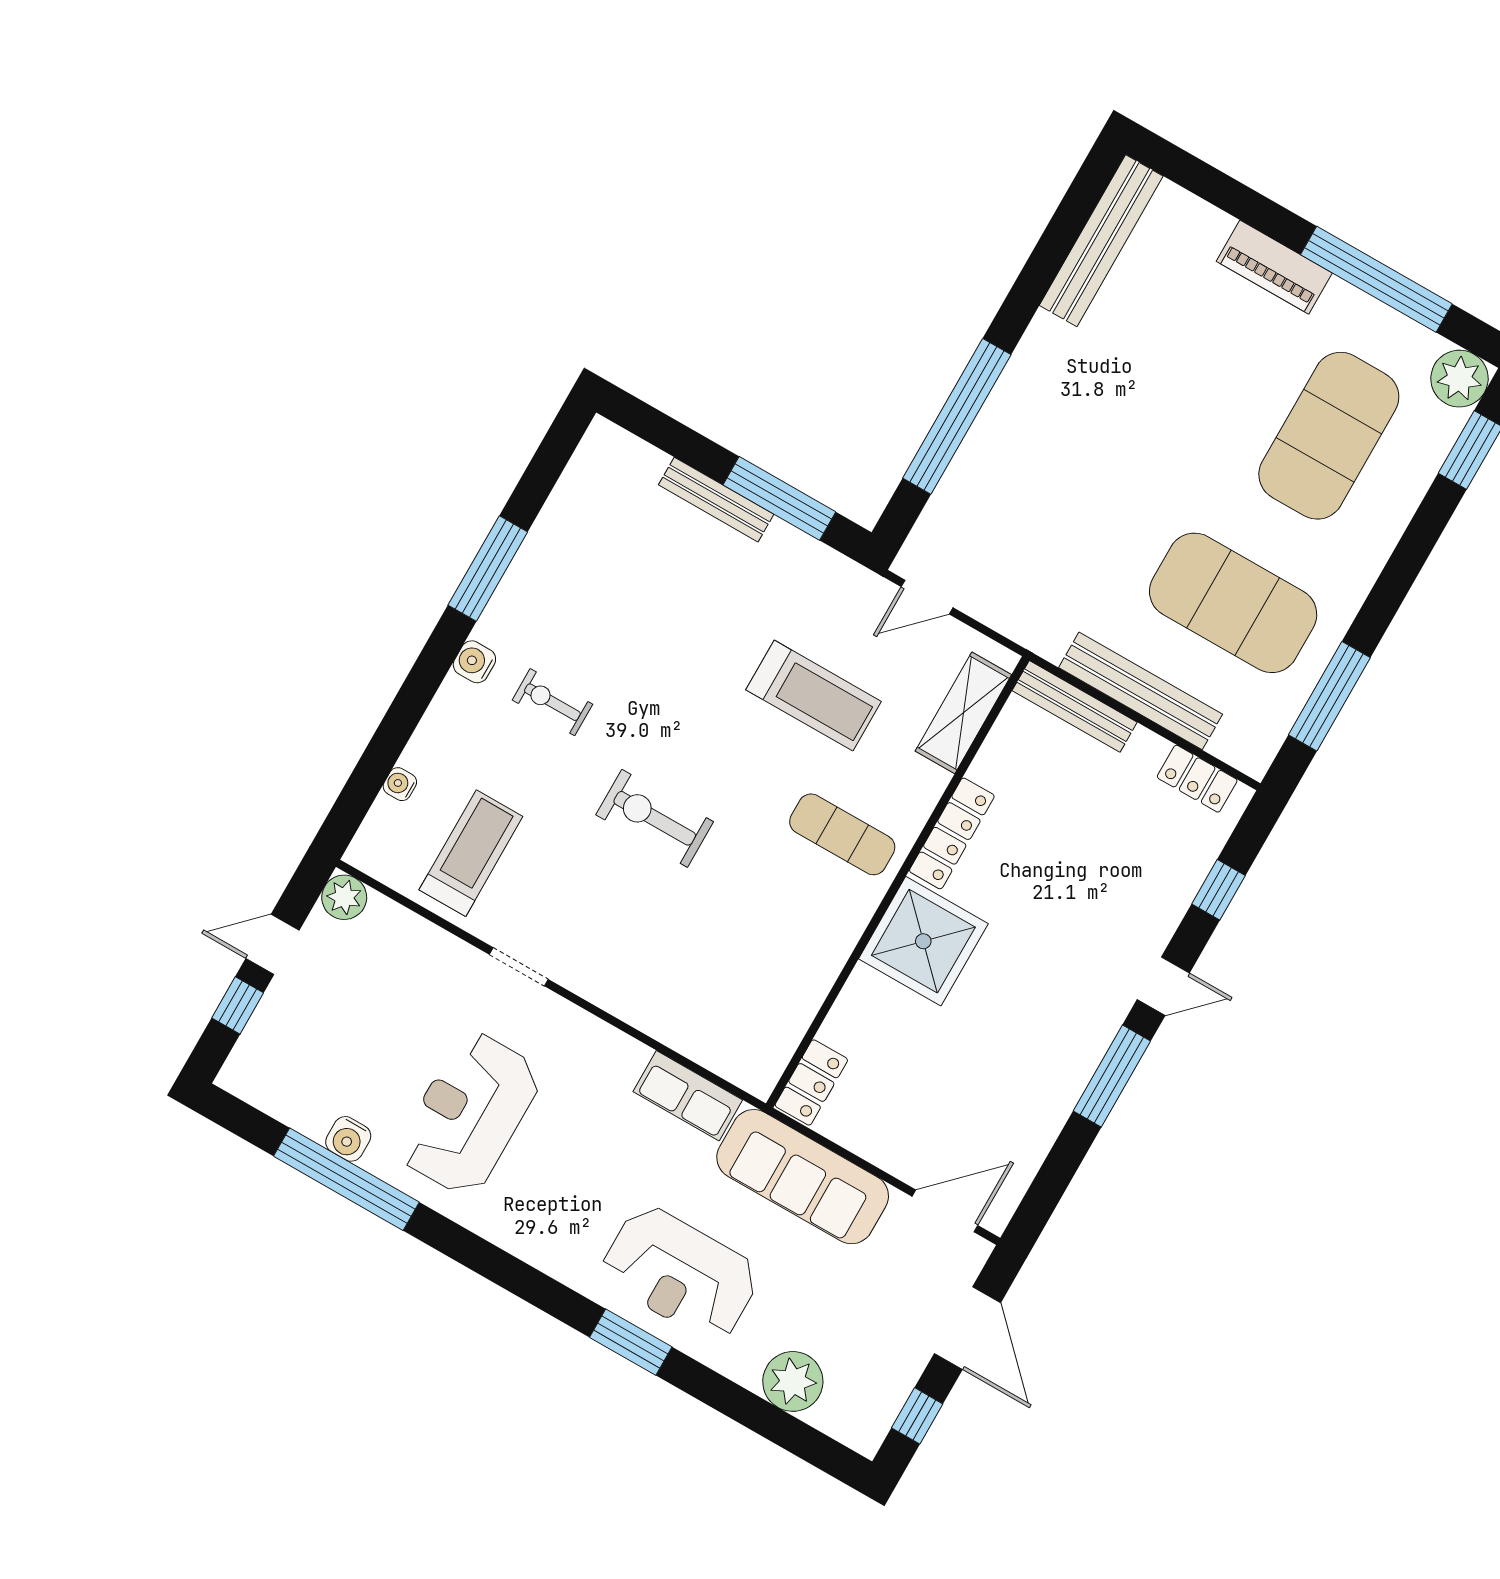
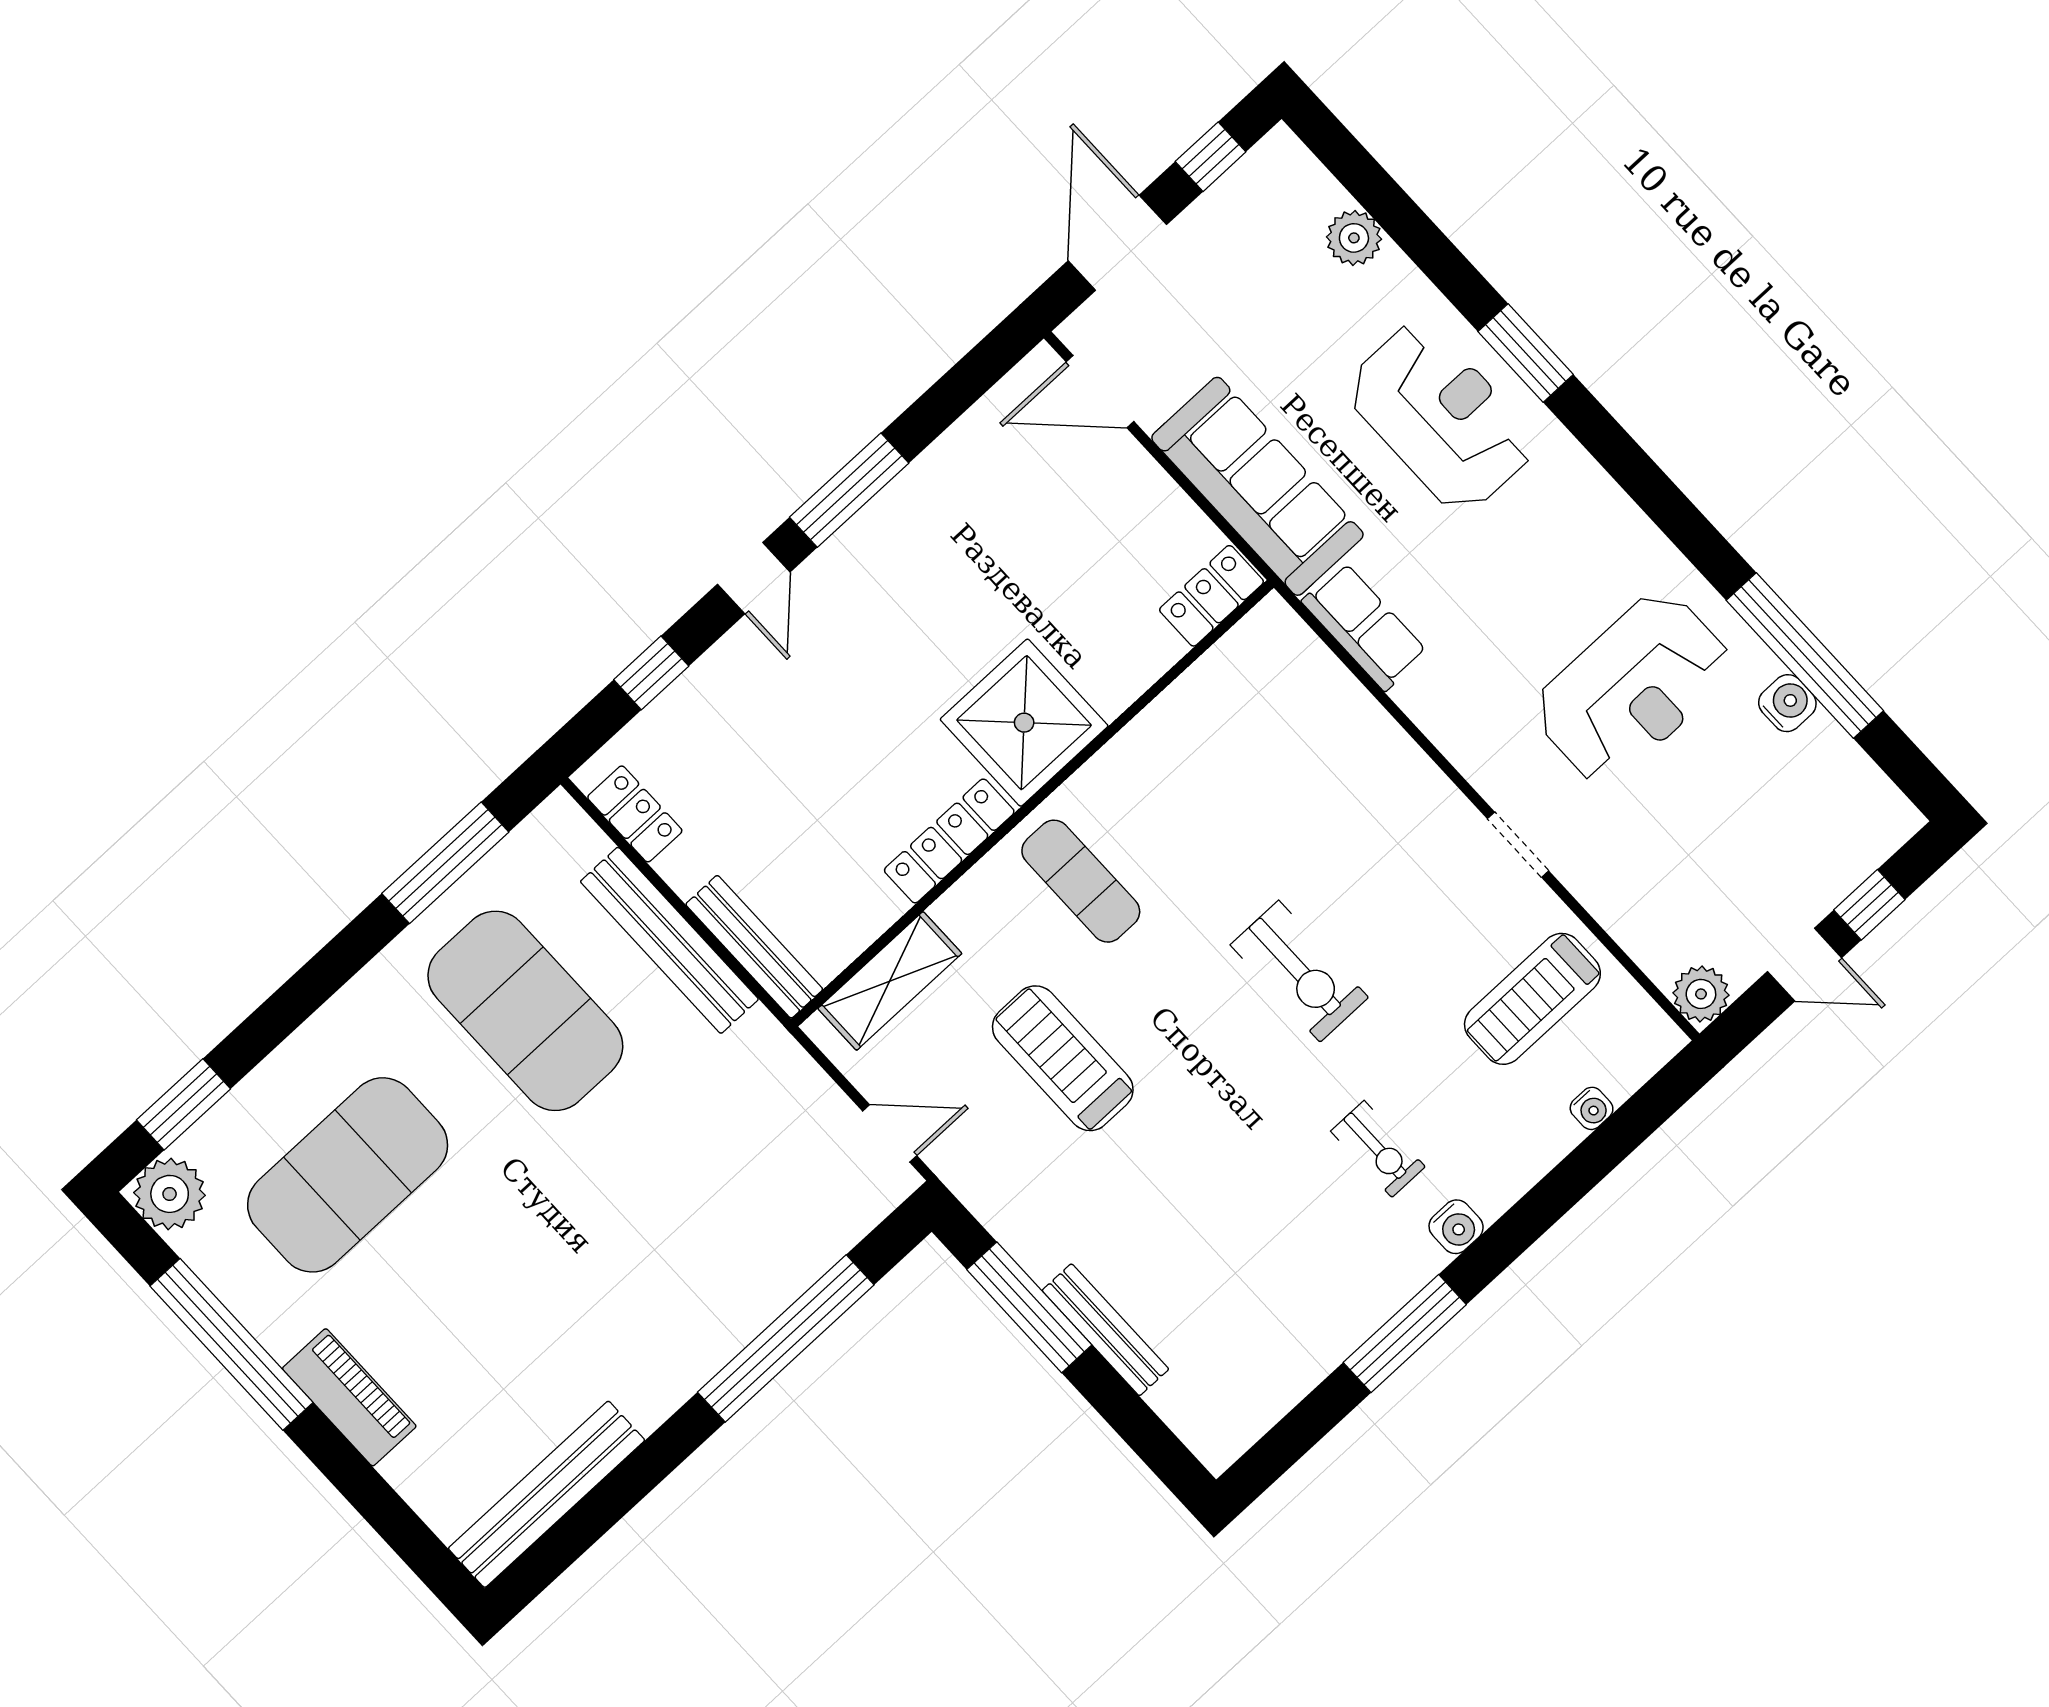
door: (1163, 986) -> (754, 578), swing flipped
plant: (793, 1381) -> (1354, 238), width x0.73, depth x0.73

